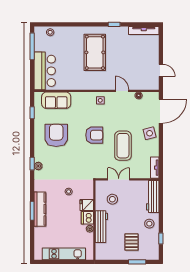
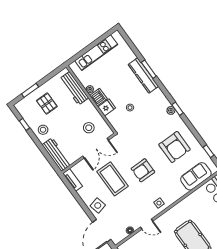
double door: (119, 179) -> (96, 148), width x1.37
workbench: (101, 227) -> (74, 88), moved

